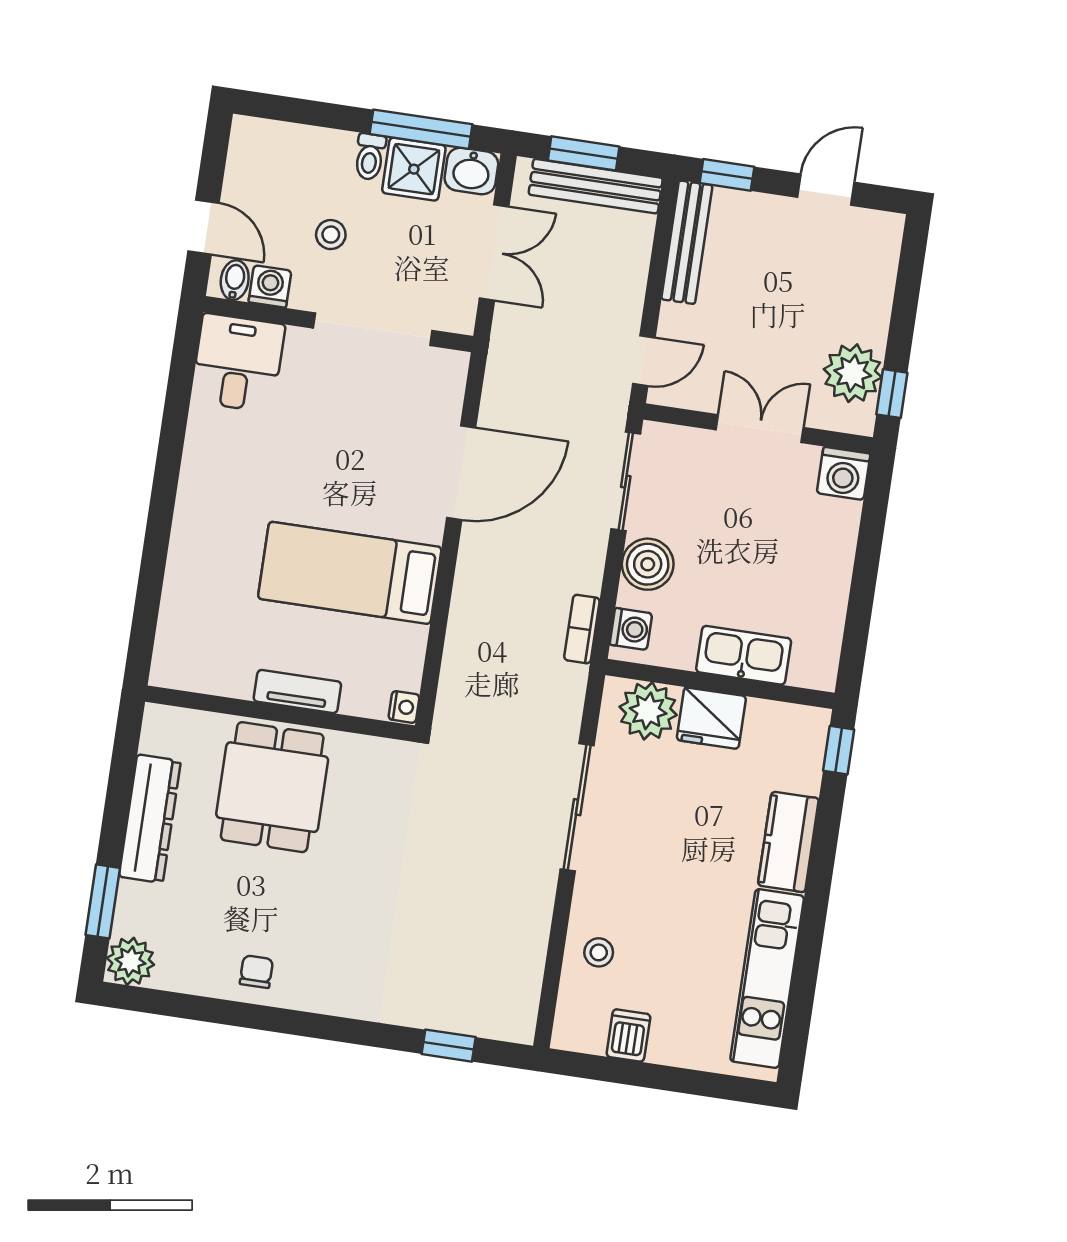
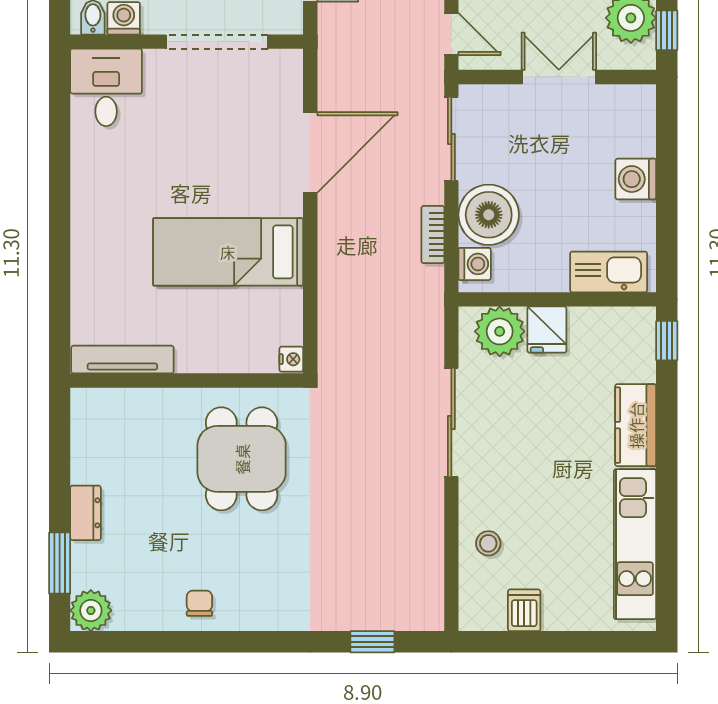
door: (644, 361) -> (451, 34), hinge flipped
washing machine: (844, 473) -> (636, 179), moved, turned 90
boiler: (648, 564) -> (489, 215), width x1.37, depth x1.37
bookcase: (582, 629) -> (433, 235), moved
kitchen sink: (744, 655) -> (609, 272), moved
tv unit: (297, 692) -> (122, 360), moved, width x1.41
fridge: (711, 718) -> (547, 330), width x0.72
dining table: (272, 787) -> (242, 459), moved
dresser: (150, 819) -> (86, 513), width x0.51, depth x0.80

